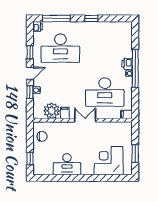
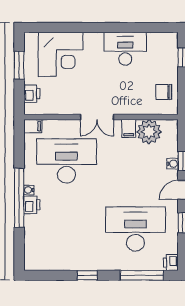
printer: (127, 135) -> (32, 94), added

